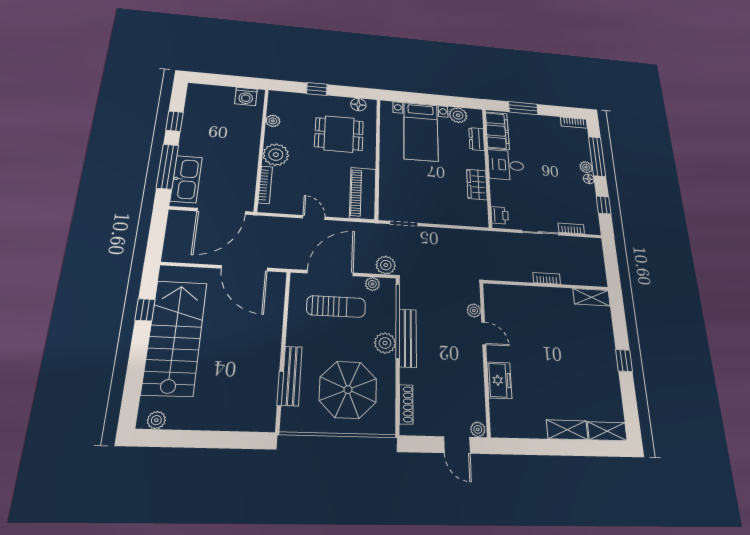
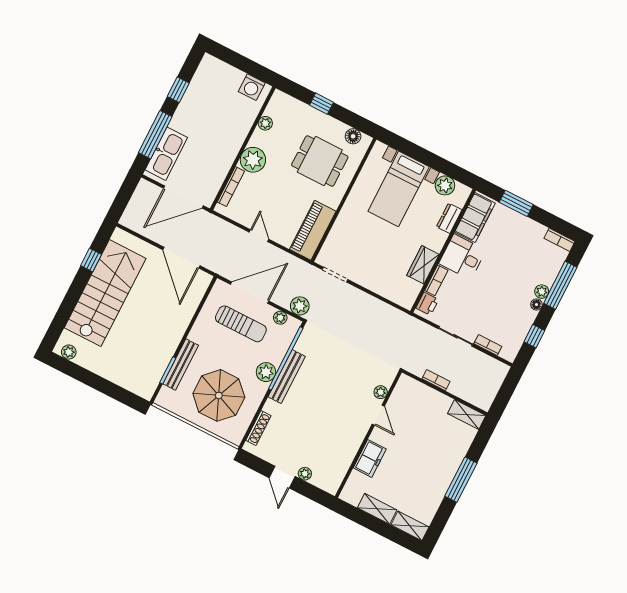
bookcase: (496, 193) -> (436, 280), added
plant: (474, 310) -> (381, 392), moved
door: (484, 333) -> (378, 415), moved
wall: (485, 357) -> (368, 434), moved
window: (624, 361) -> (461, 480), width x2.17
freezer: (499, 380) -> (370, 458), moved

